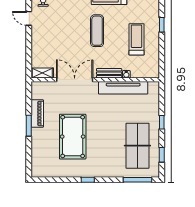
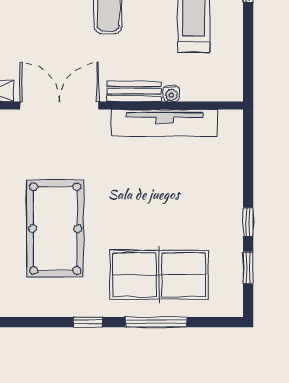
window: (162, 122) -> (248, 222), moved
table tennis table: (137, 146) -> (159, 275), moved, turned 90
window: (138, 180) -> (156, 322), moved

